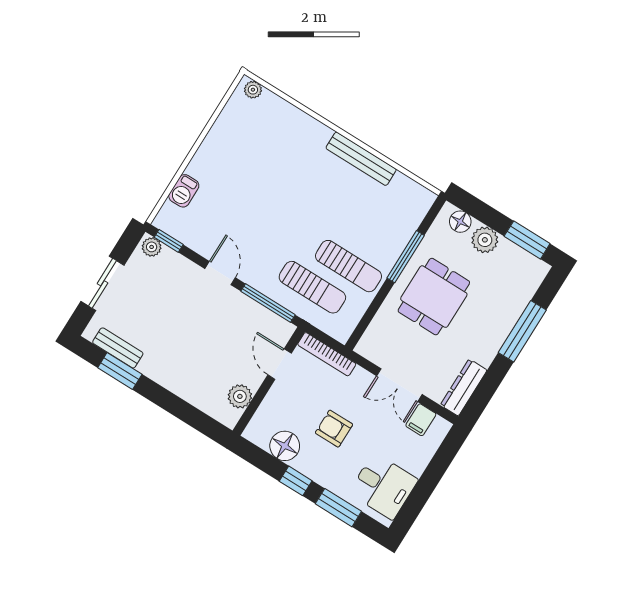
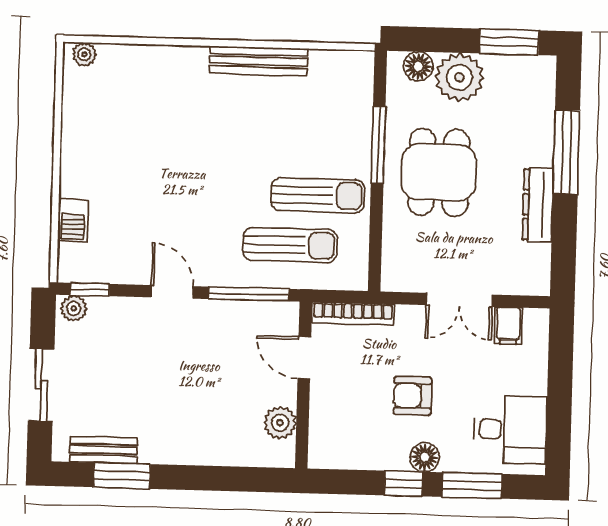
plant: (485, 240) -> (459, 77), width x1.36, depth x1.36
dresser: (464, 388) -> (538, 205), moved
floor lamp: (285, 446) -> (425, 457), moved, width x0.73, depth x0.73

